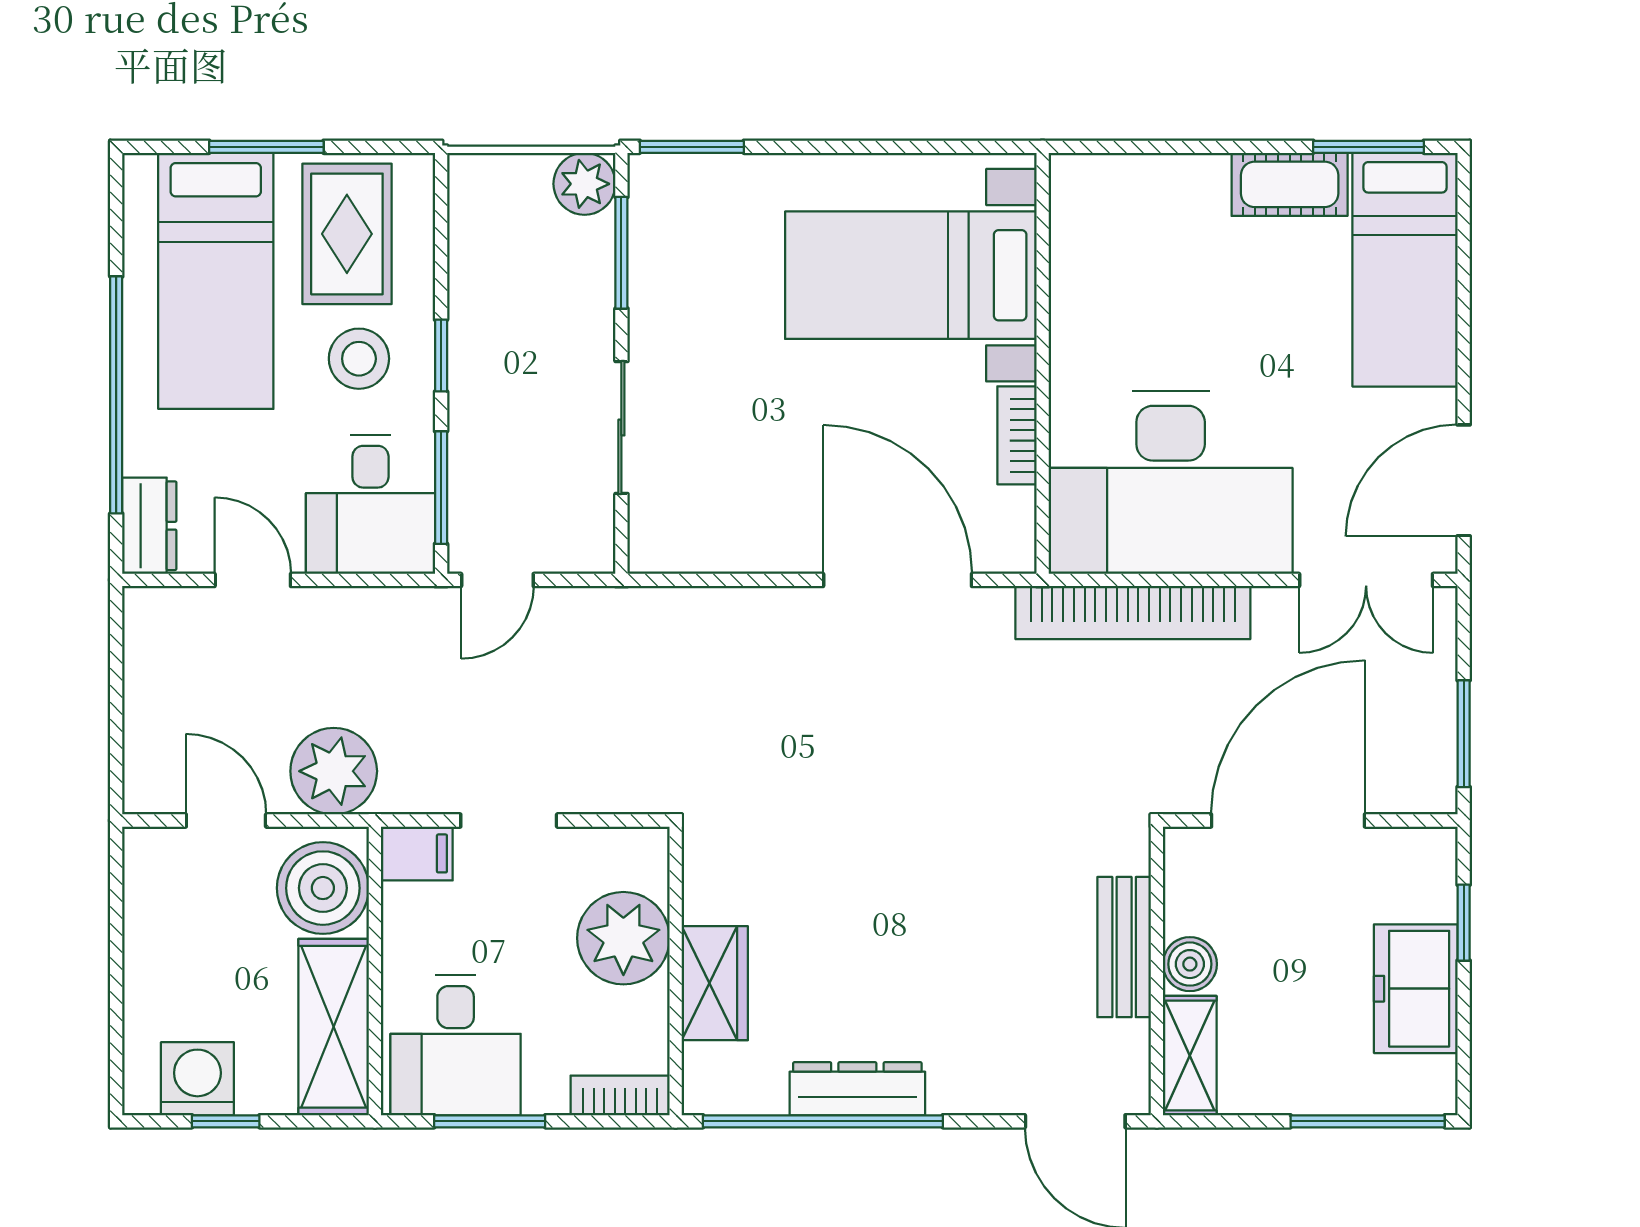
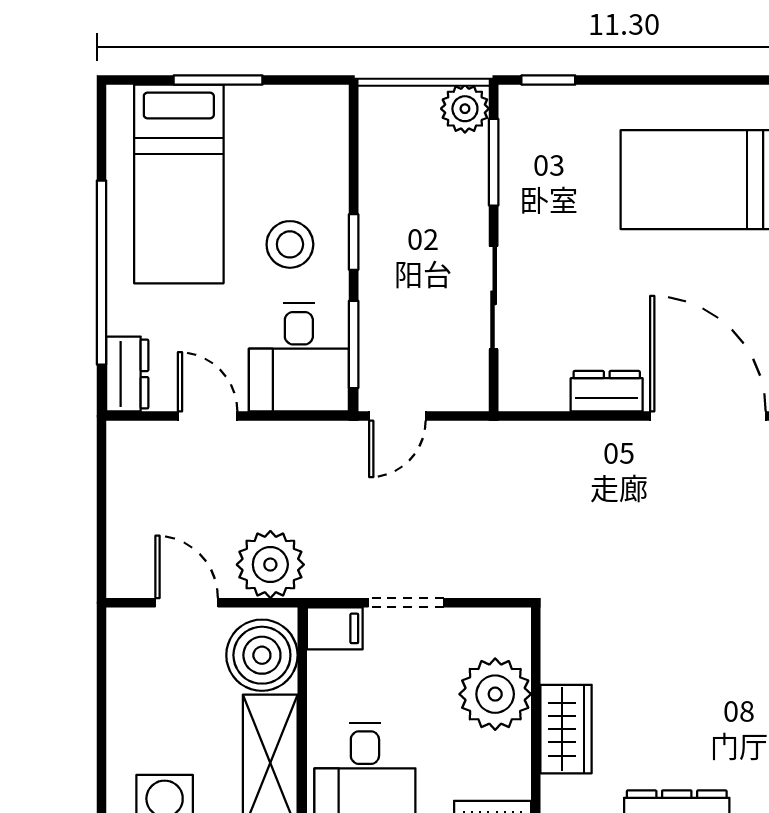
window: (692, 147) -> (548, 80), width x0.67
rug: (347, 234) -> (281, 148), removed
dresser: (767, 548) -> (607, 391), added

